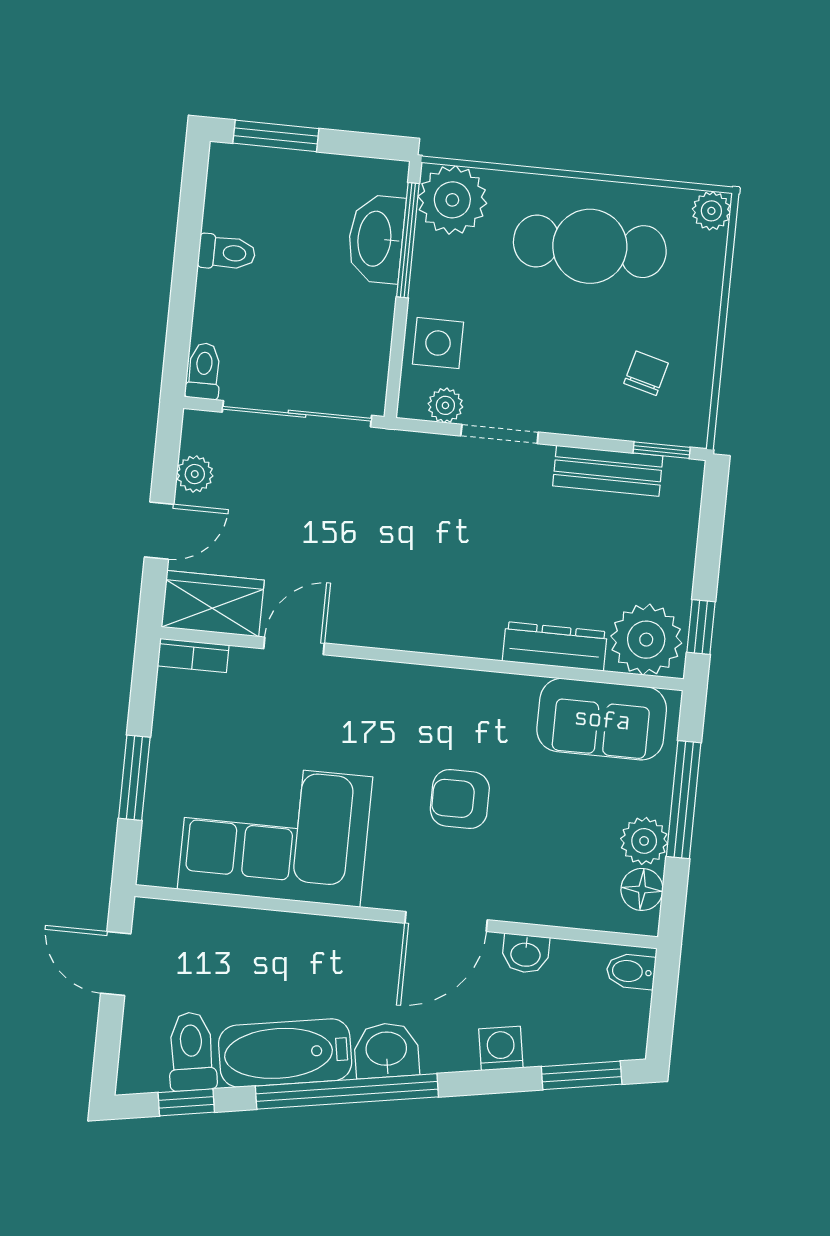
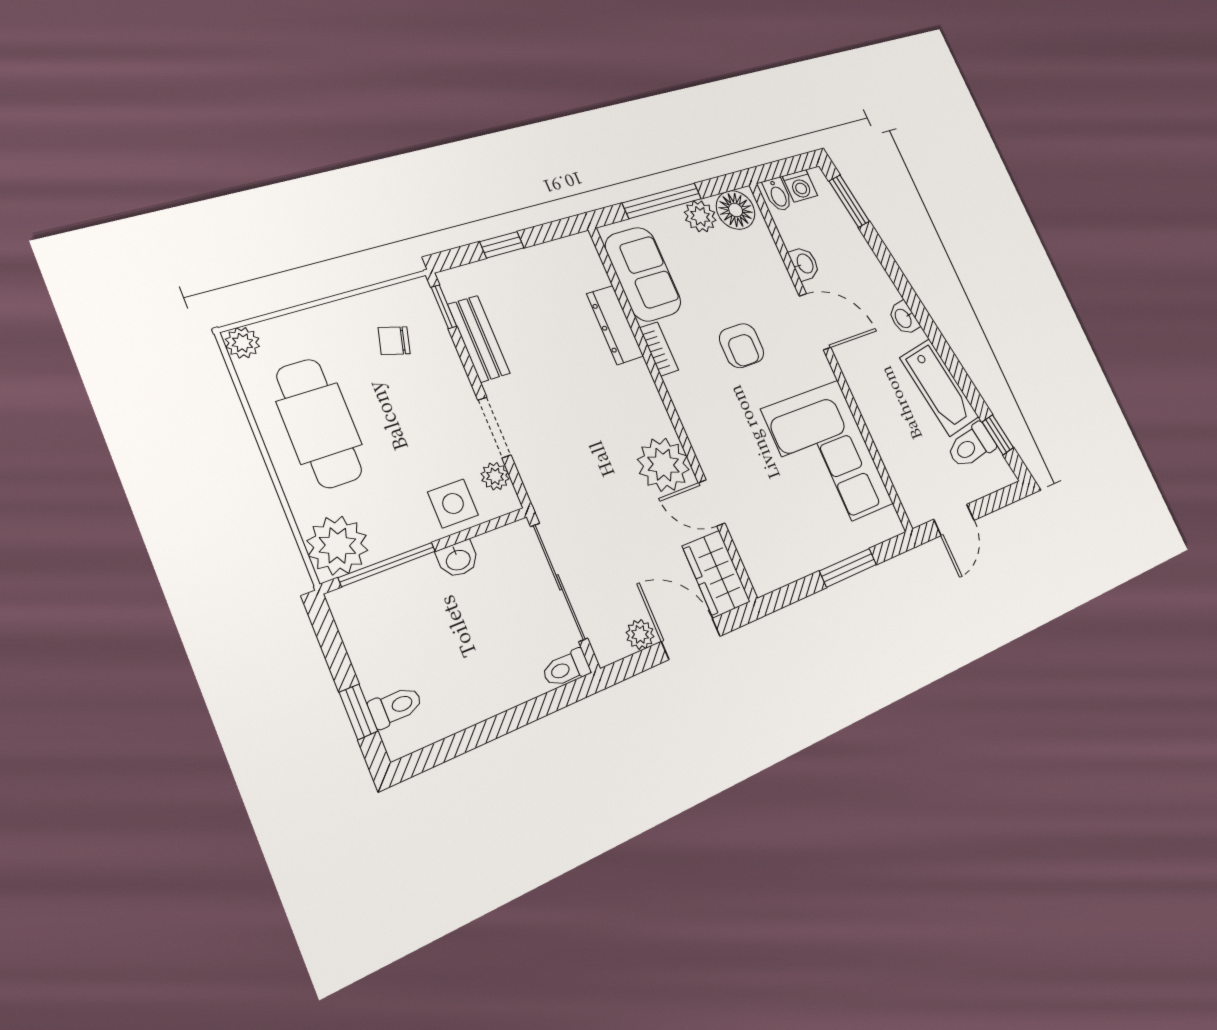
window: (276, 136) -> (358, 712), width x0.67
washbasin: (376, 239) -> (458, 559), moved, width x0.52, depth x0.69
toilet: (227, 253) -> (395, 707), moved, turned 90
door: (159, 531) -> (691, 639), width x1.37
window: (701, 627) -> (502, 245), moved
plant: (646, 640) -> (663, 465), moved
bookcase: (193, 655) -> (659, 349), moved
floor lamp: (642, 889) -> (736, 210), width x1.38, depth x1.38
washing machine: (501, 1048) -> (800, 186), moved, turned -80
washbasin: (386, 1050) -> (904, 318), width x0.72, depth x0.69
window: (347, 1091) -> (937, 339), removed

